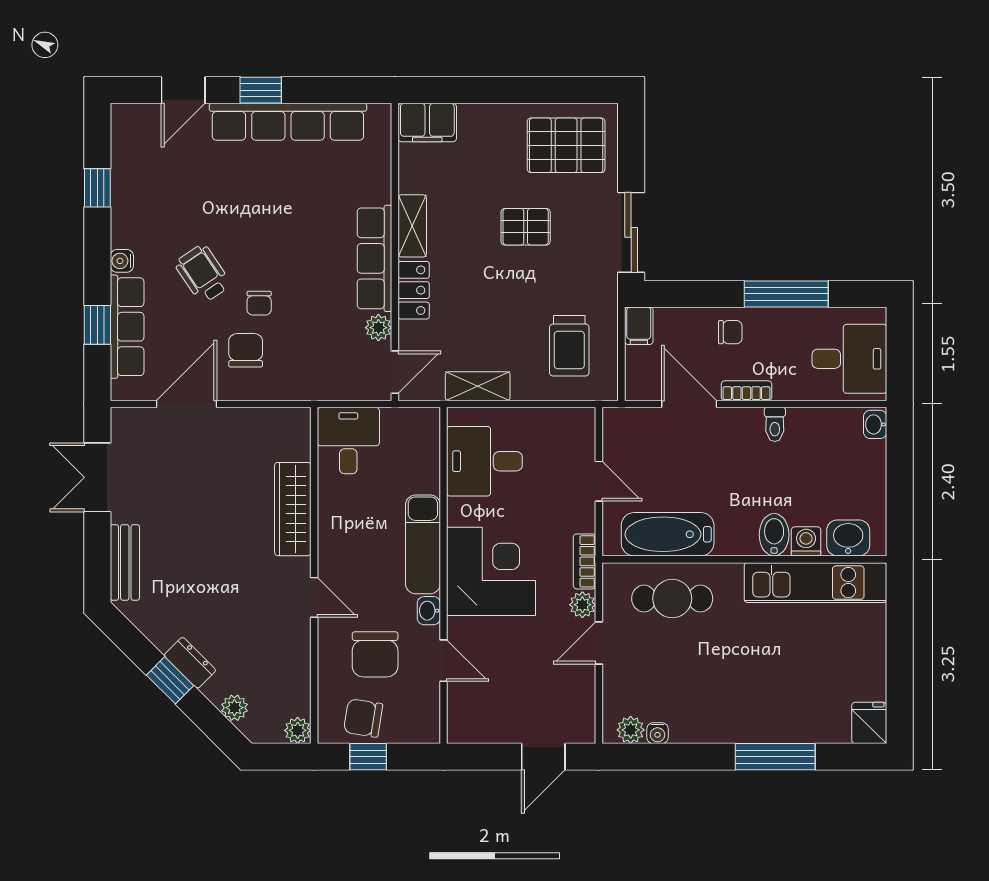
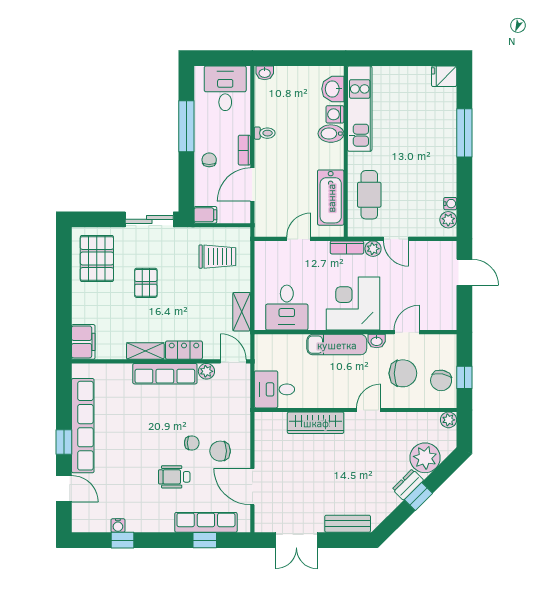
water cooler: (122, 261) -> (118, 526), moved
wheelchair: (203, 274) -> (174, 477), turned 34
plant: (234, 708) -> (425, 458), width x1.88, depth x1.88

